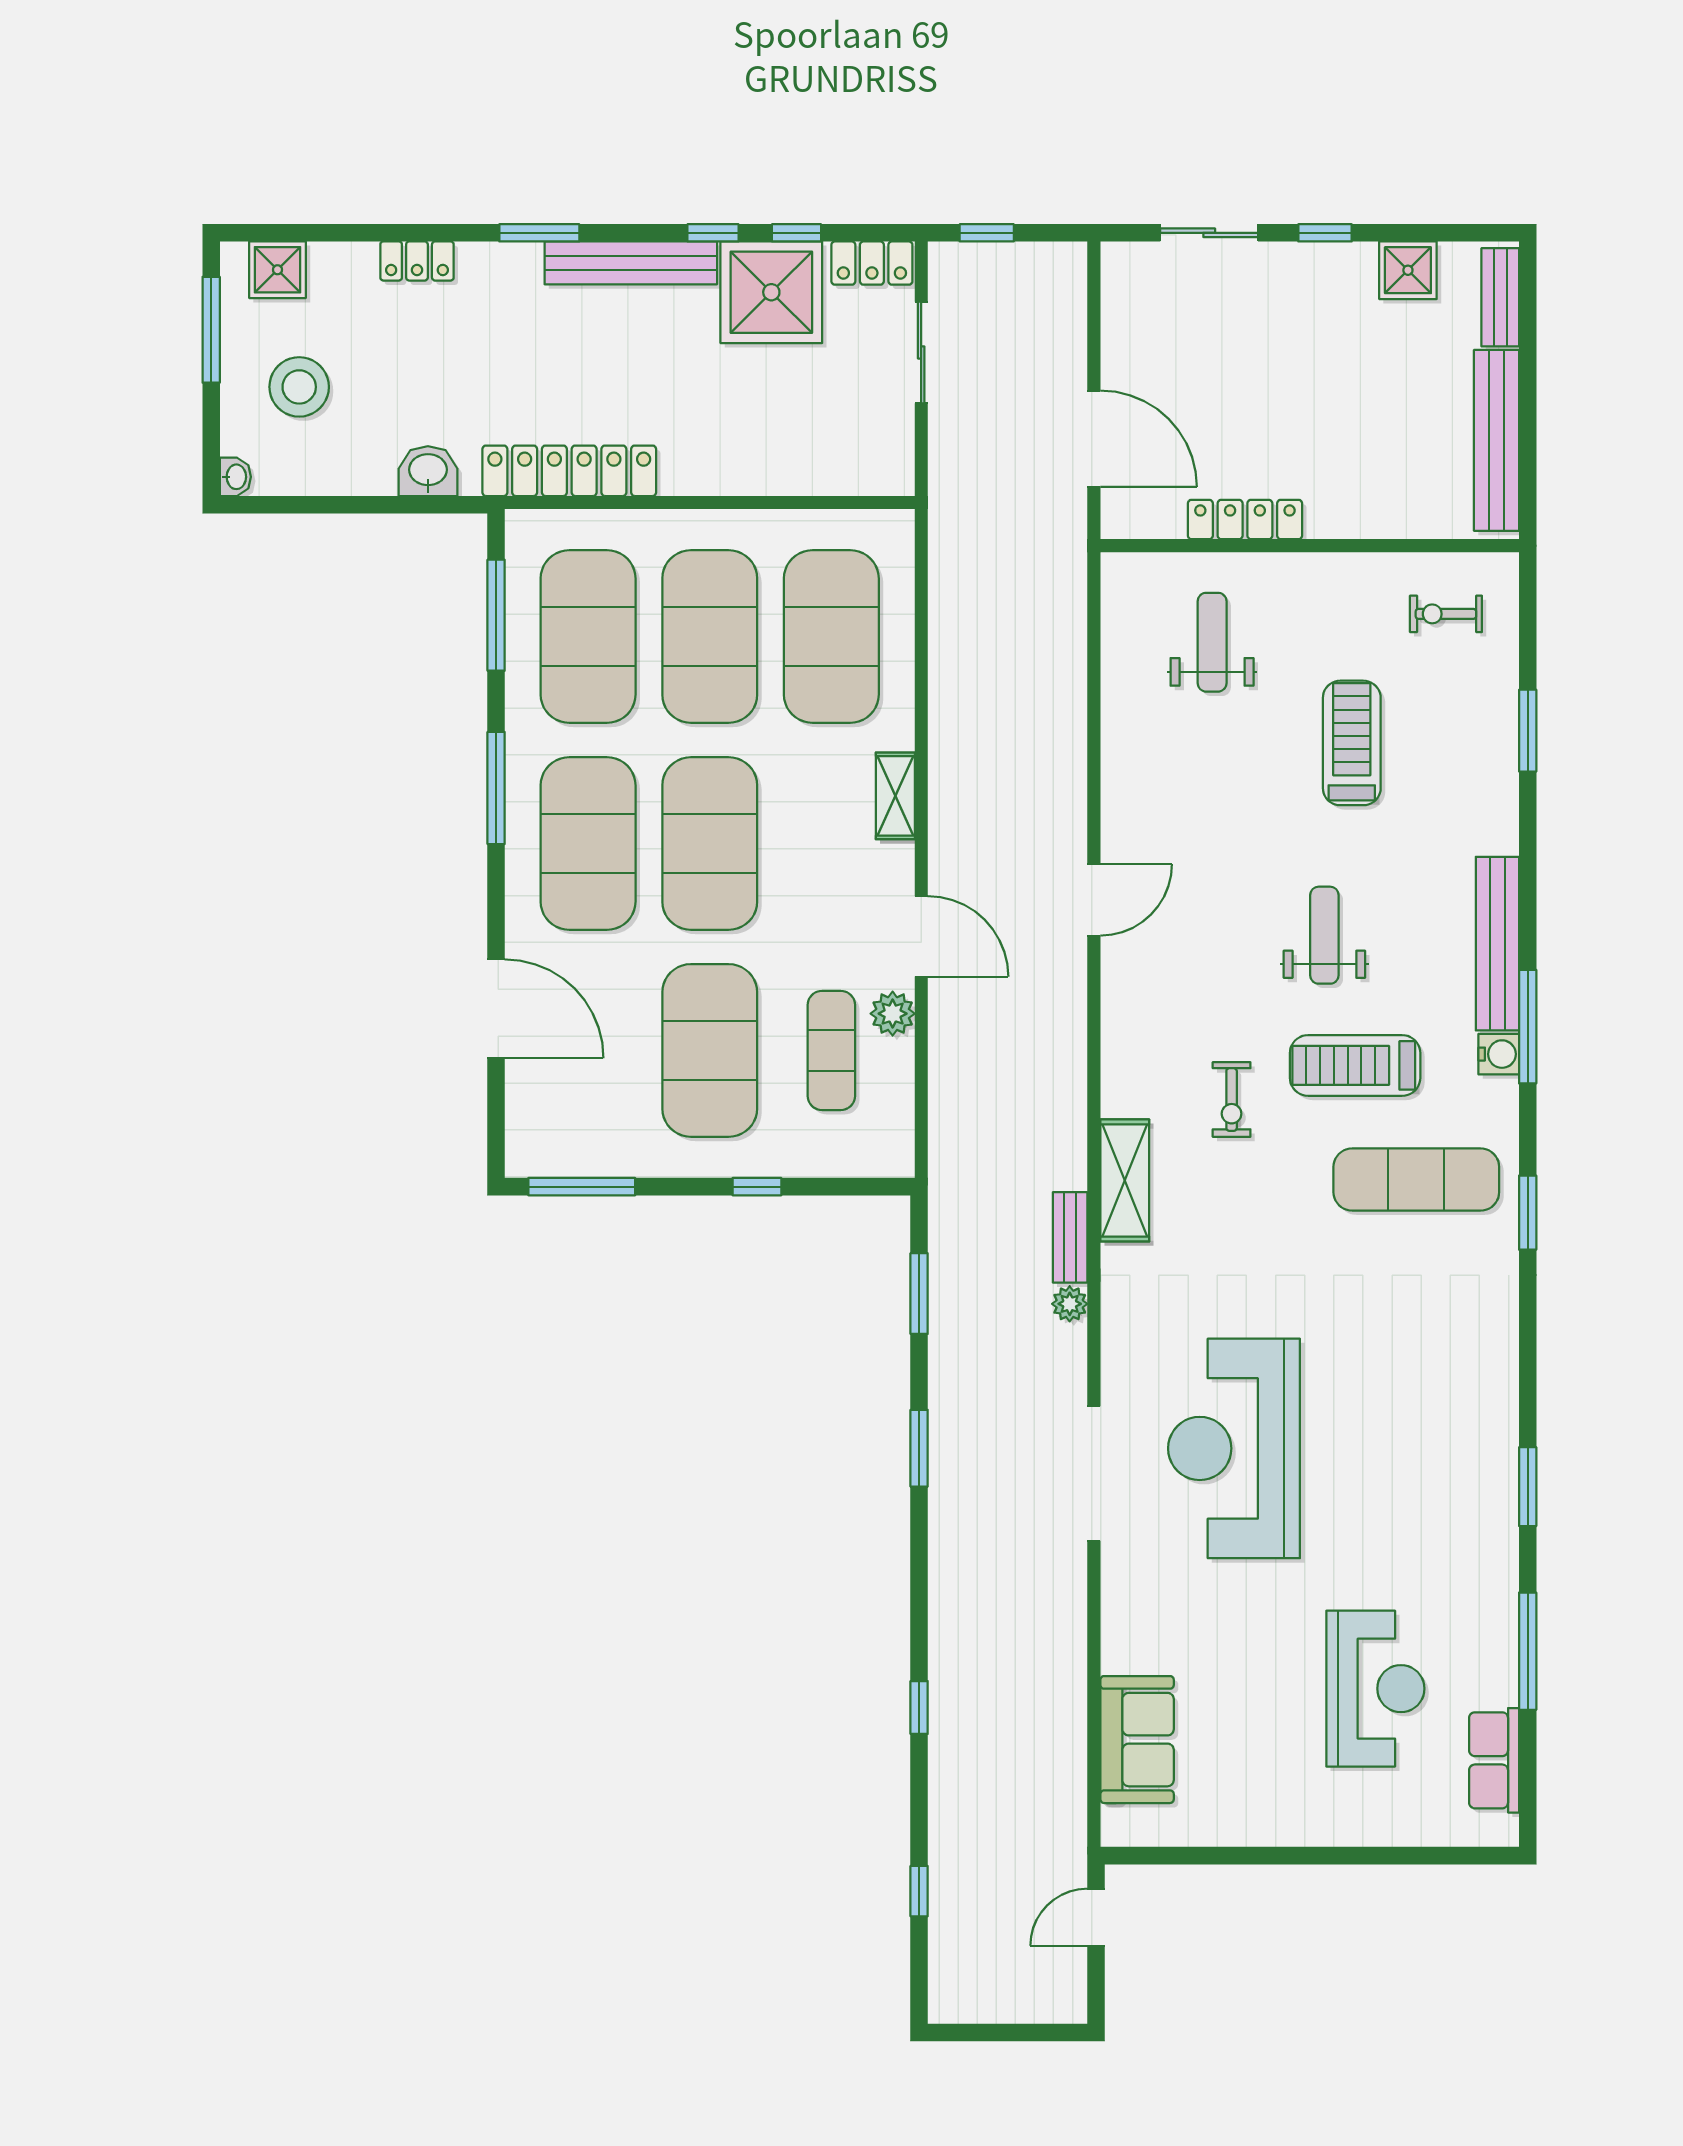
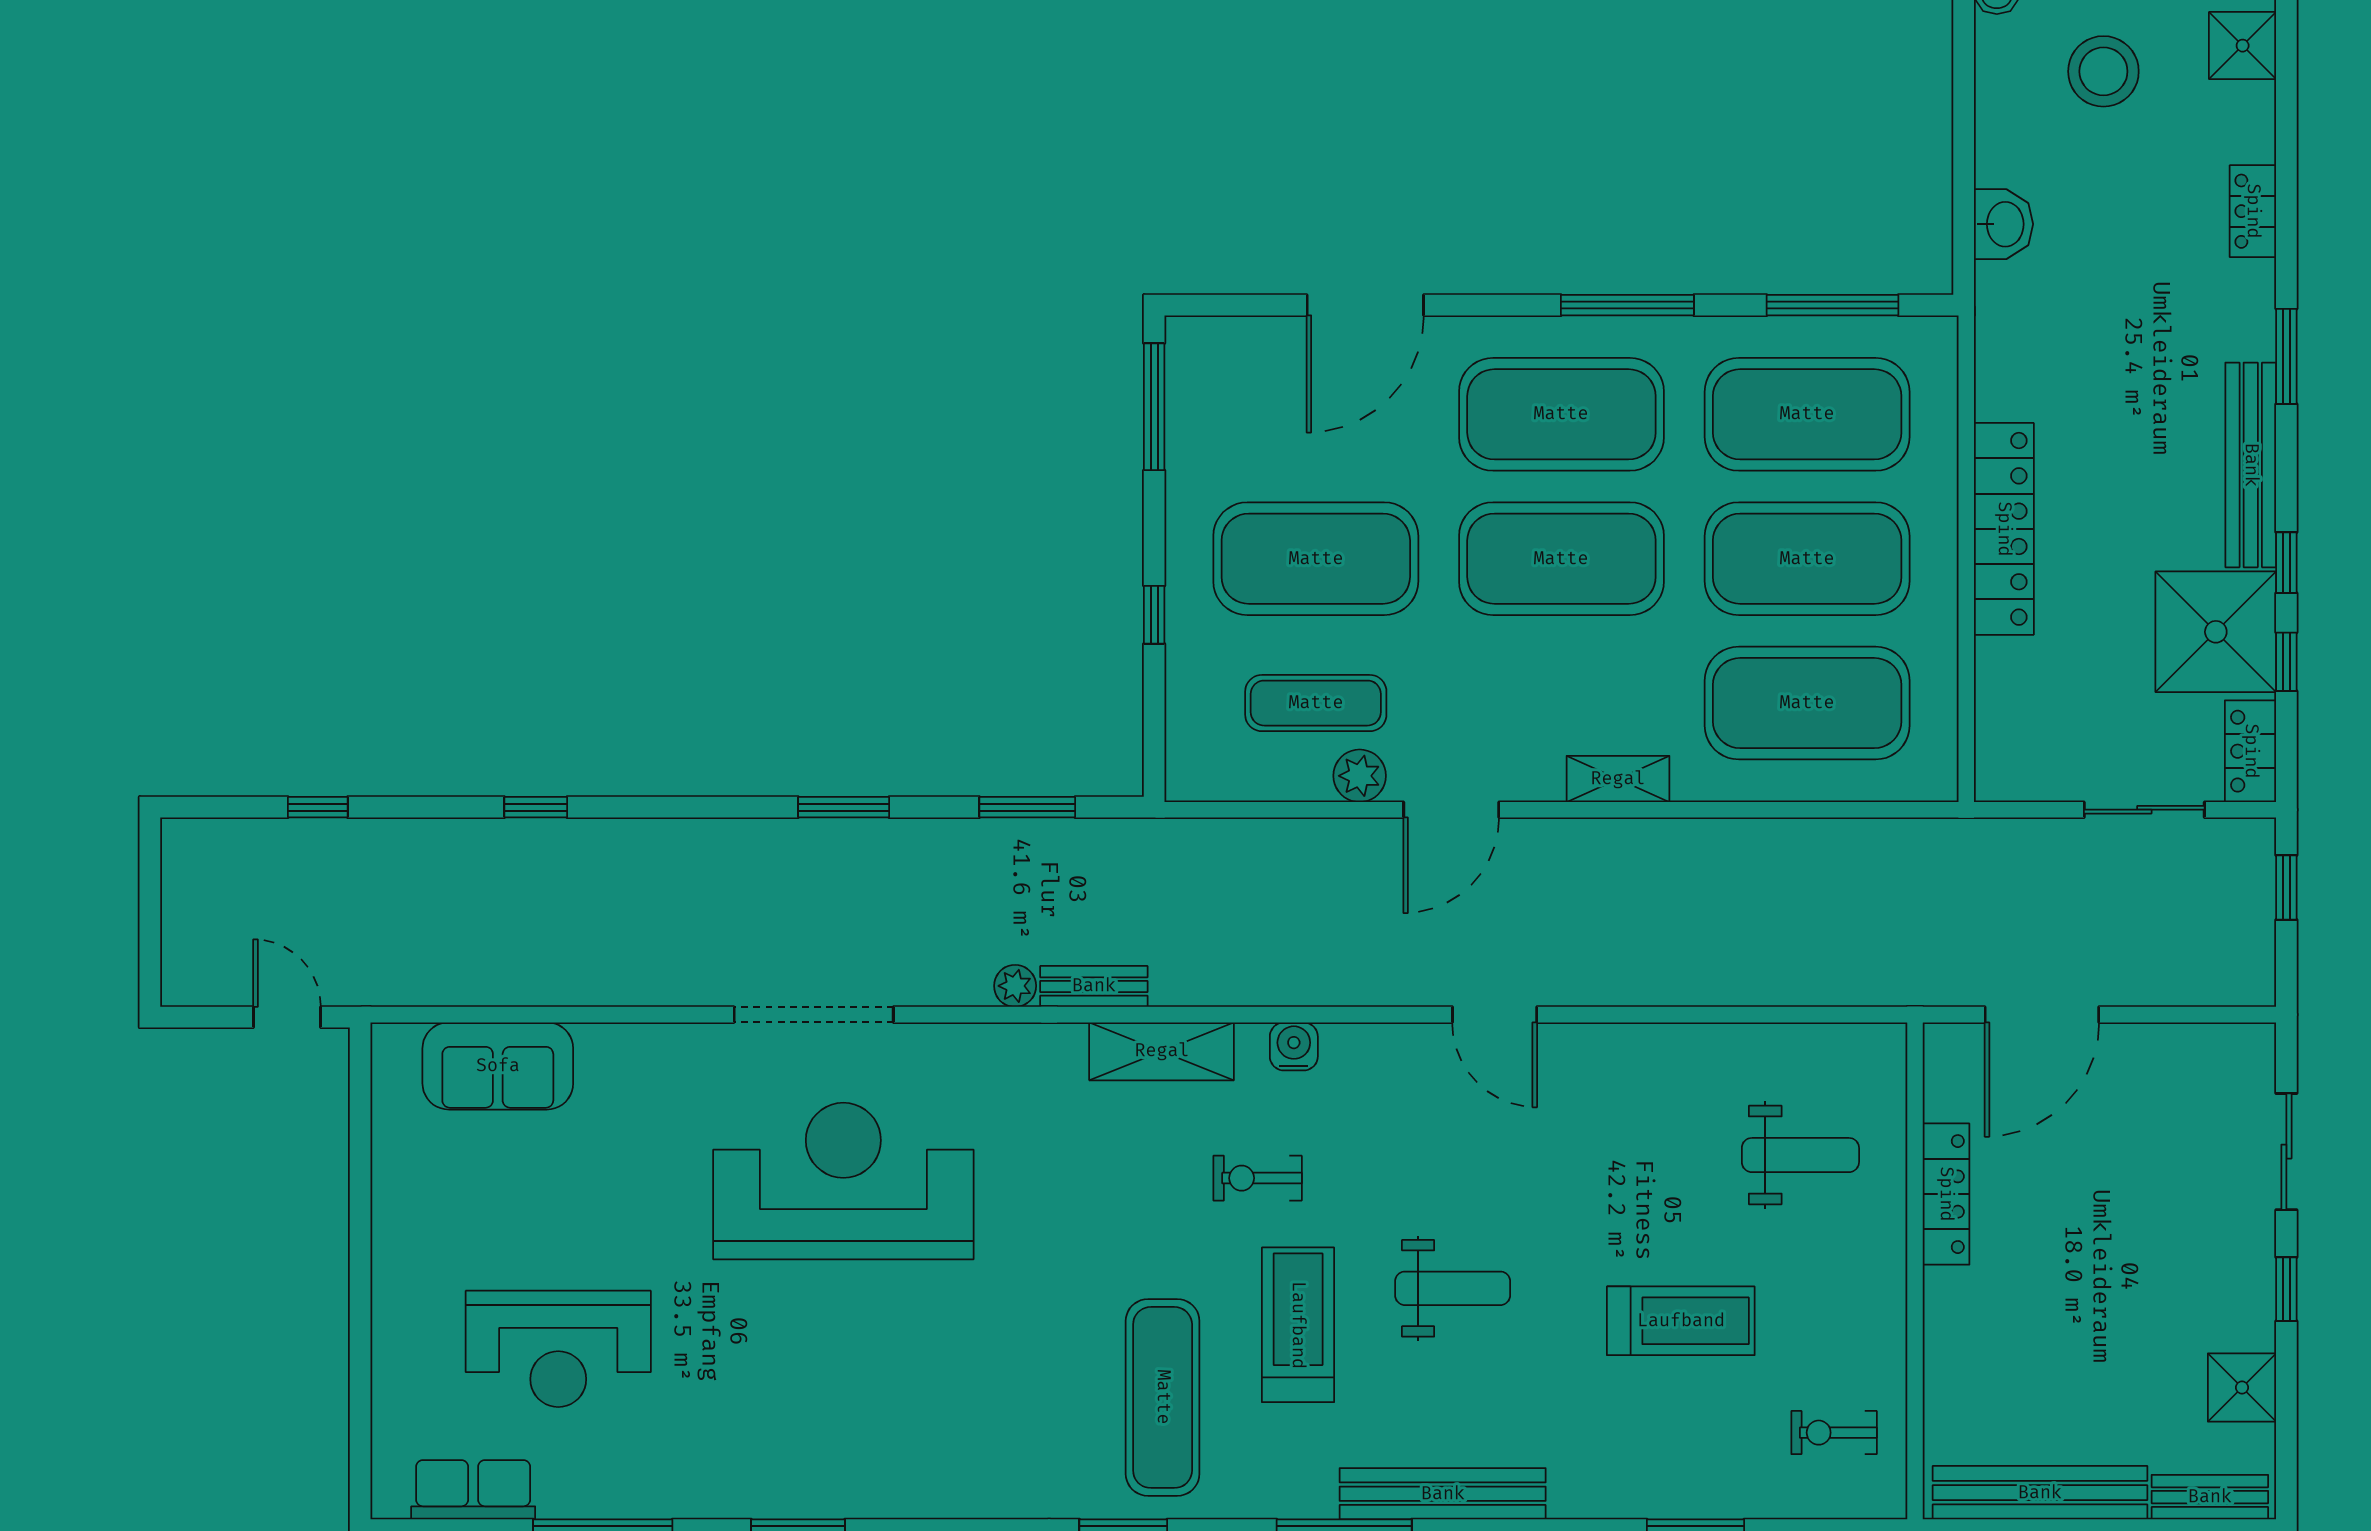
locker: (569, 471) -> (2004, 529), moved
exercise bike: (1446, 614) -> (1834, 1433), turned -90
water cooler: (1499, 1054) -> (1294, 1046), moved, turned 180

